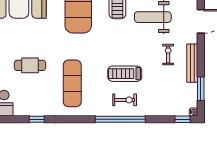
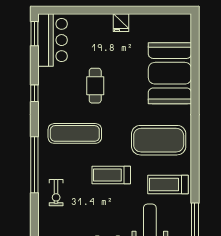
treadmill: (125, 74) -> (111, 175), moved, turned -90
window: (120, 119) -> (34, 165), moved

